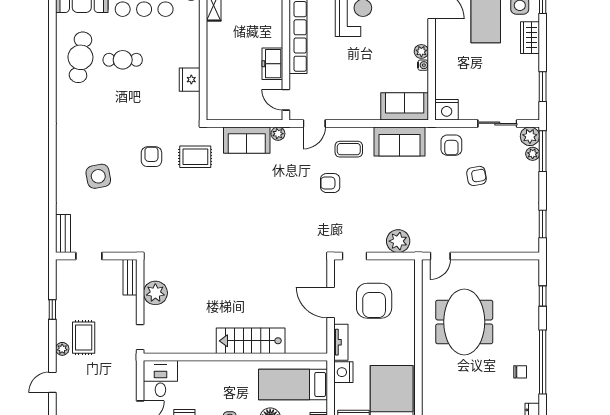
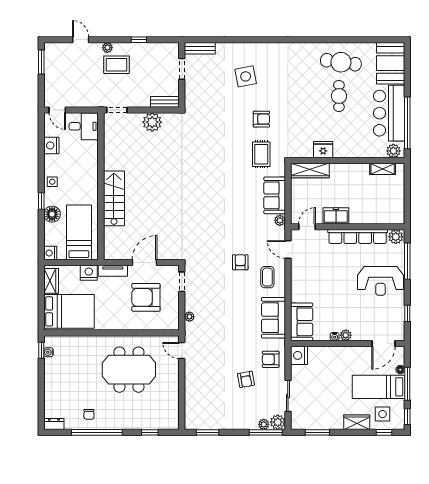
wardrobe: (216, 96) -> (310, 171), added
plant: (398, 241) -> (189, 317), width x0.53, depth x0.53

